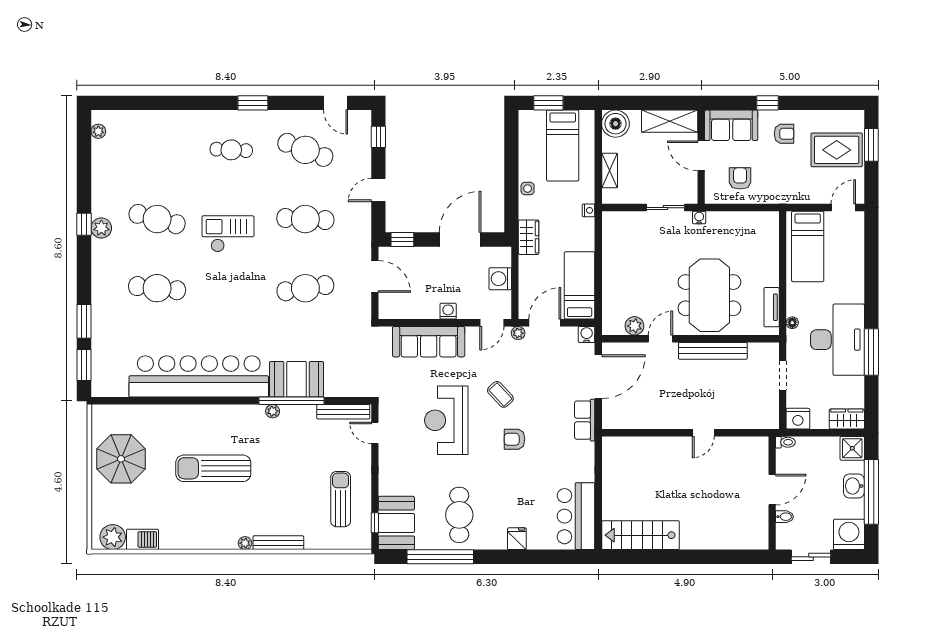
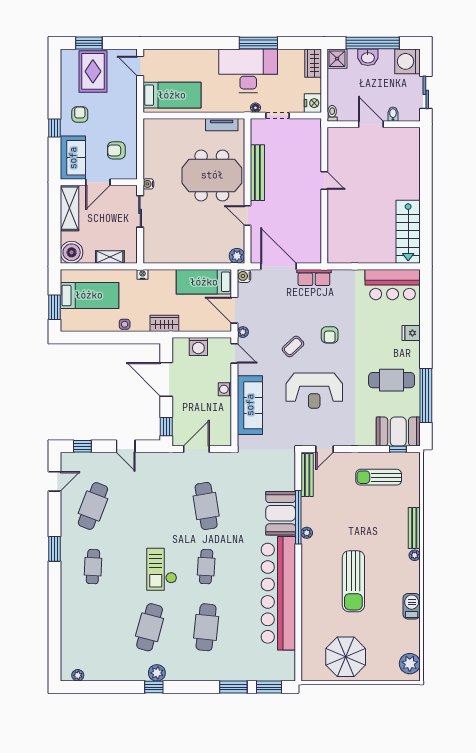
cafe table: (305, 219) -> (206, 567), moved, width x0.73, depth x0.74
floor lamp: (792, 323) -> (255, 108), moved
plant: (634, 326) -> (237, 256), moved
barbecue: (143, 539) -> (412, 606), moved

